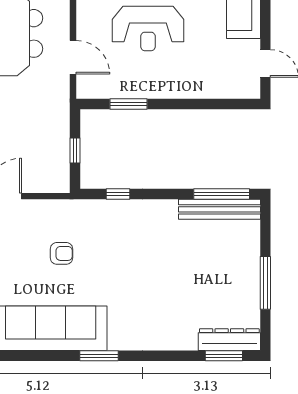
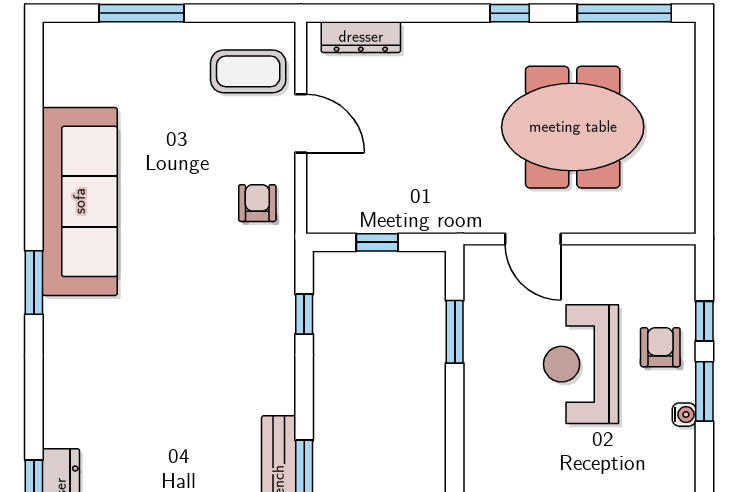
door: (73, 57) -> (533, 239), hinge flipped
armchair: (62, 253) -> (257, 203), moved, turned 180

